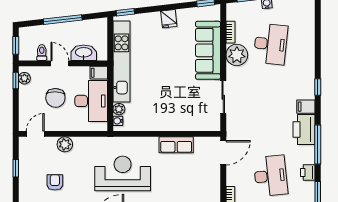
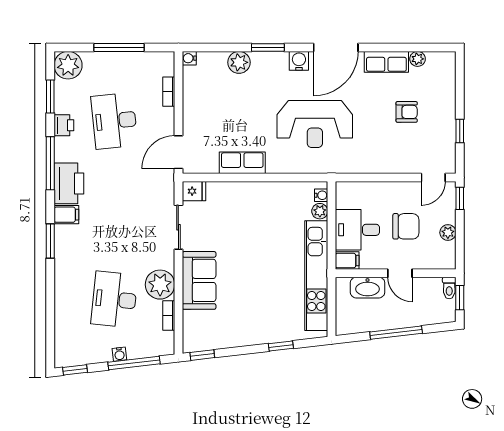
window: (125, 12) -> (281, 346), moved
fridge: (169, 19) -> (194, 191), moved, turned 97
sofa: (208, 50) -> (199, 280), width x0.73
toilet: (42, 52) -> (449, 288), moved
plant: (24, 78) -> (448, 233), moved
window: (16, 81) -> (460, 198), moved
window: (318, 87) -> (50, 241), width x1.50
chair: (55, 98) -> (406, 226), turned 88
desk: (91, 101) -> (357, 230), width x0.73
plant: (65, 144) -> (393, 163), removed
armchair: (55, 182) -> (407, 112), turned -90

